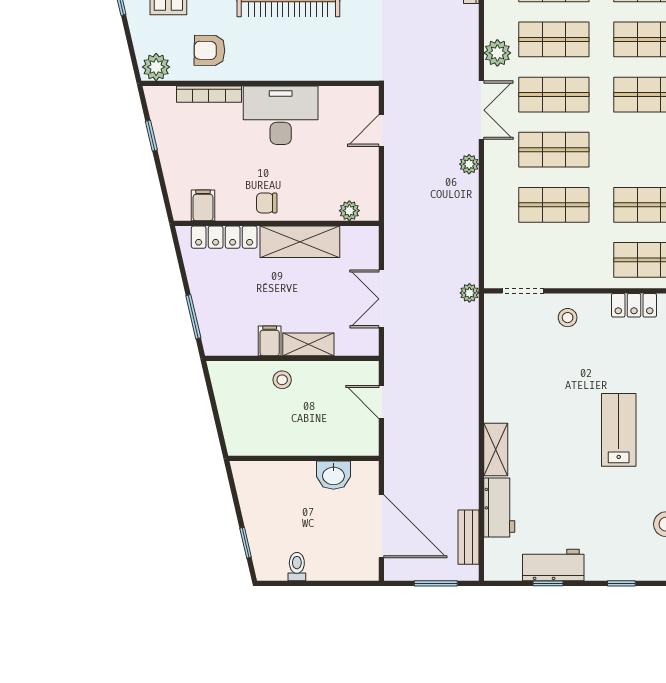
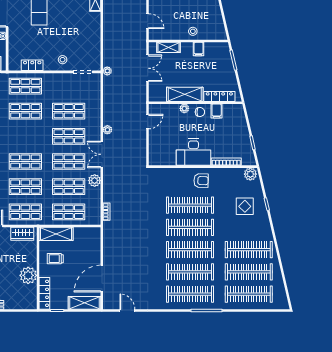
armchair: (210, 50) -> (201, 181), moved
door: (381, 130) -> (148, 121), moved
filing cabinet: (203, 205) -> (217, 111), moved
plant: (349, 211) -> (184, 108), moved
shelving: (308, 344) -> (169, 47), moved

